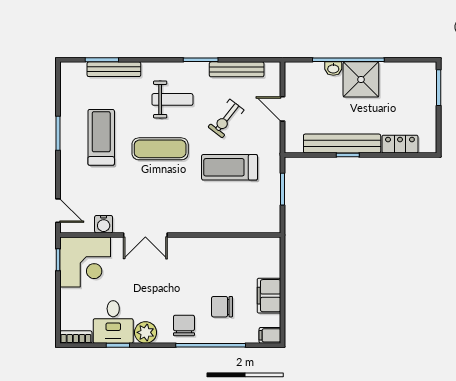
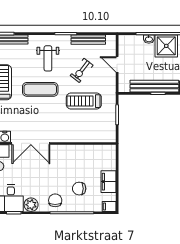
weight bench: (172, 99) -> (48, 58), turned 90
double door: (145, 235) -> (31, 143), width x1.37

